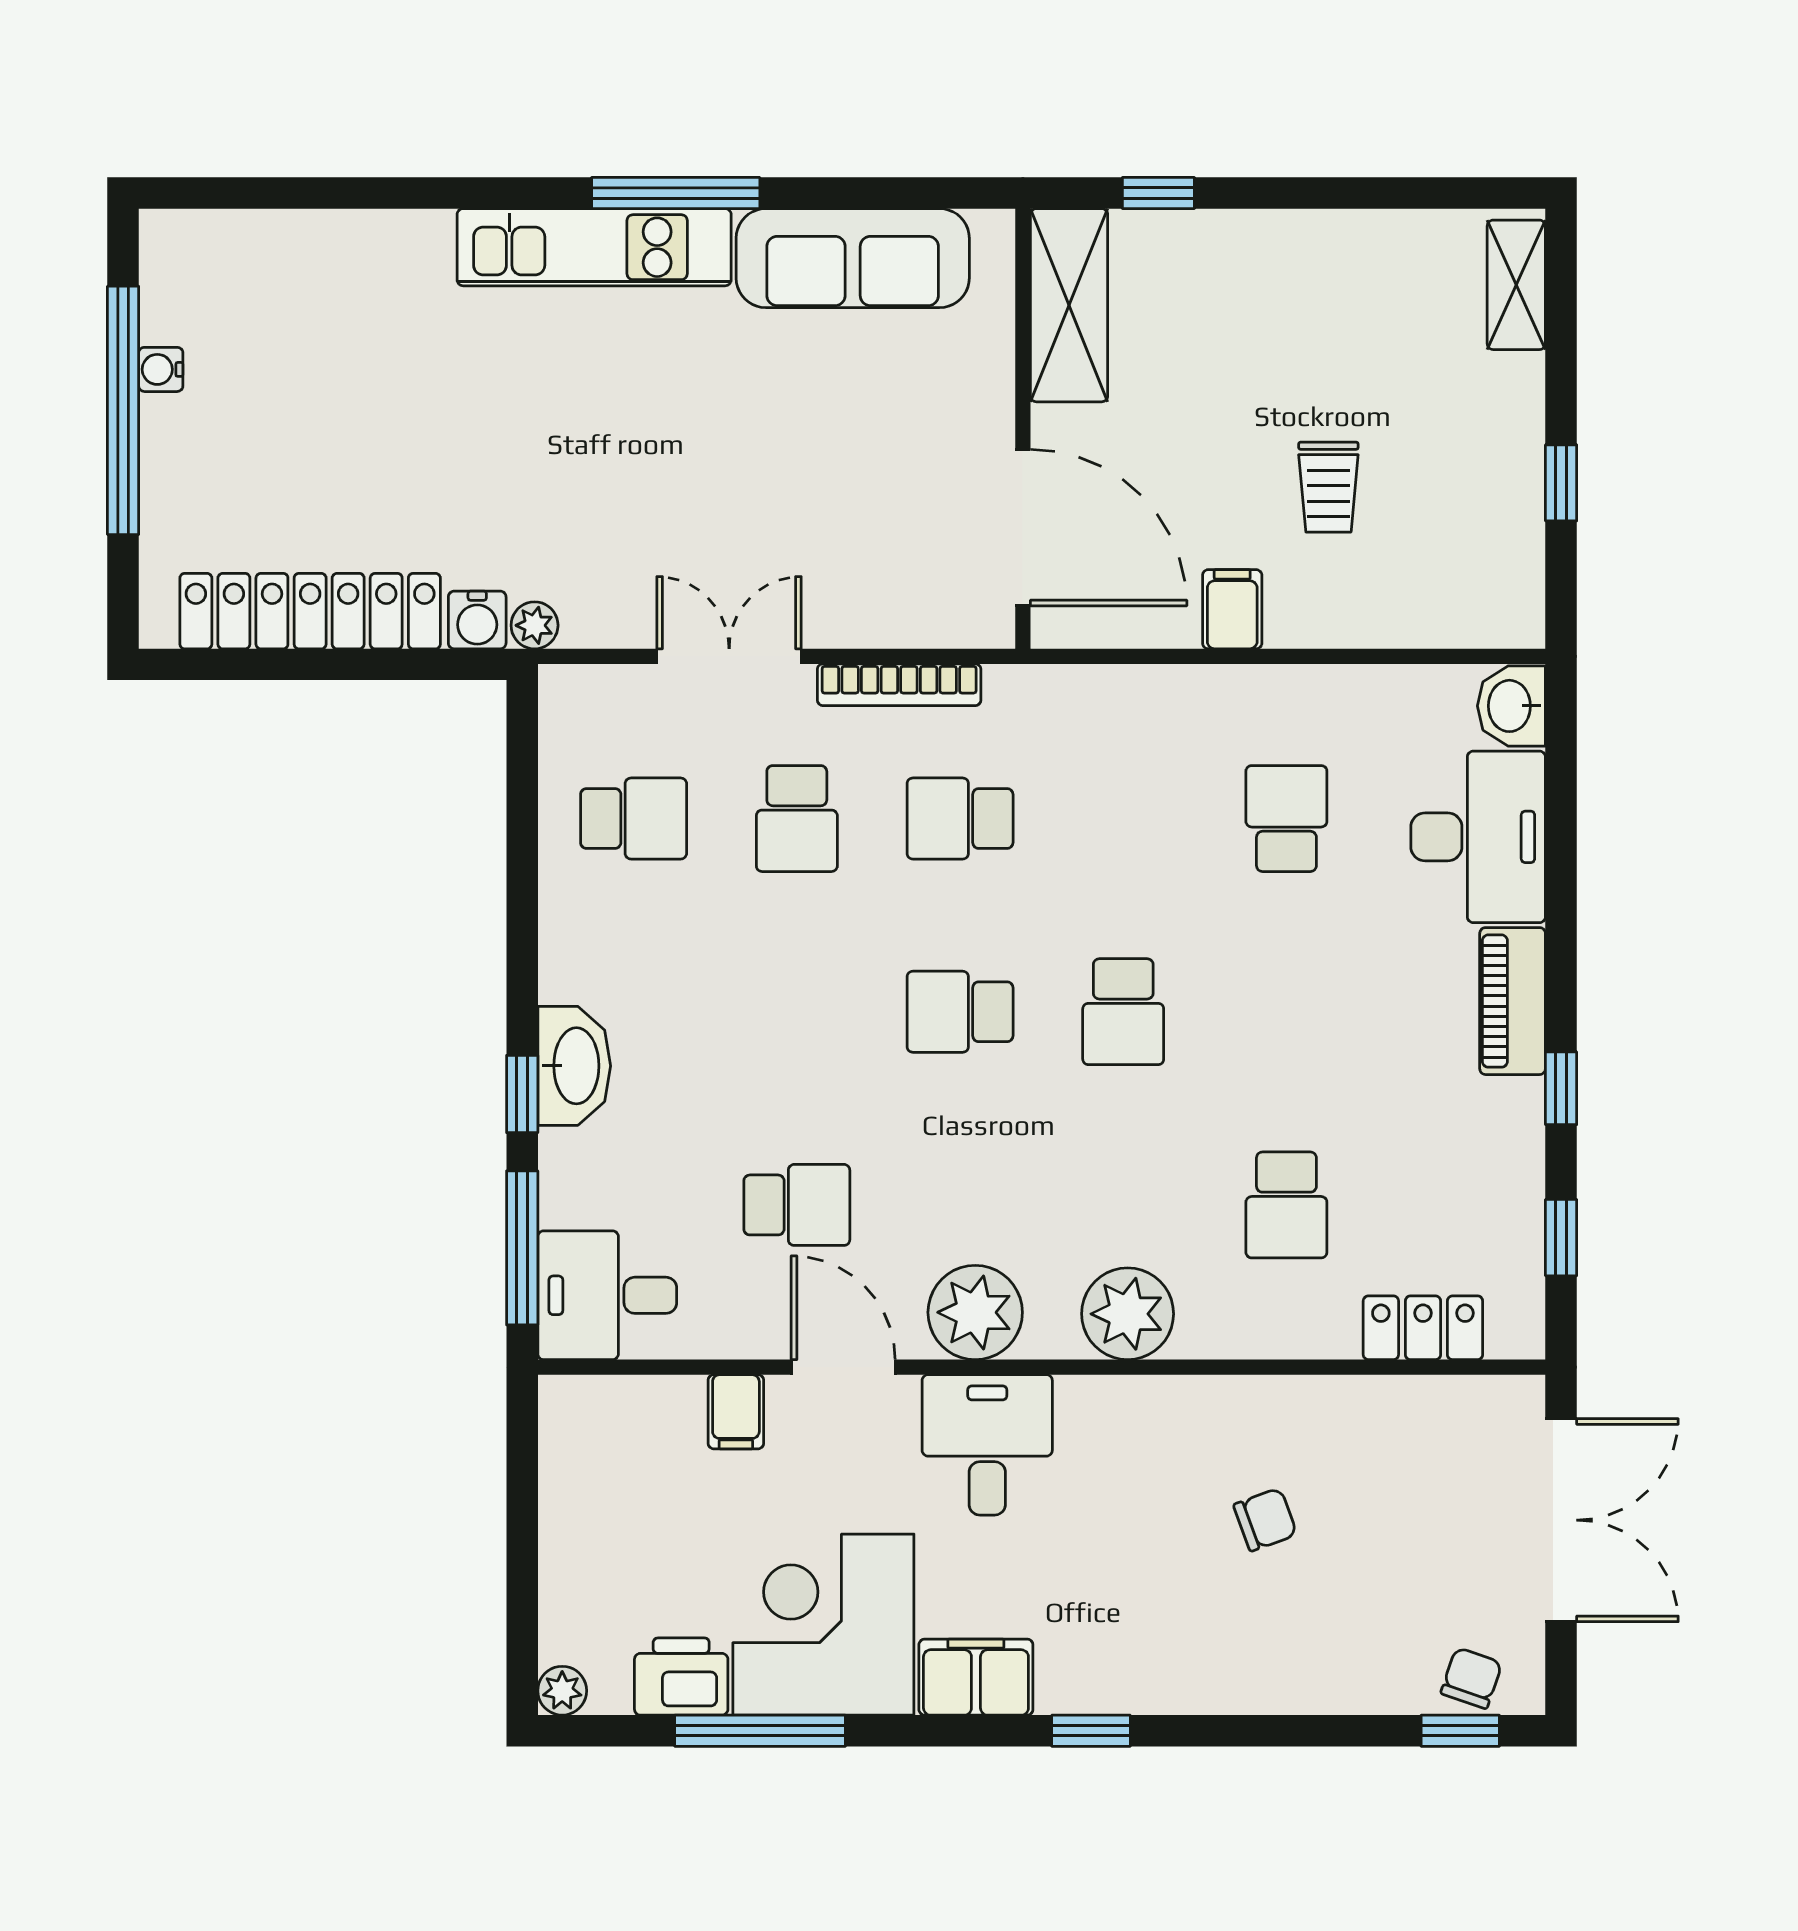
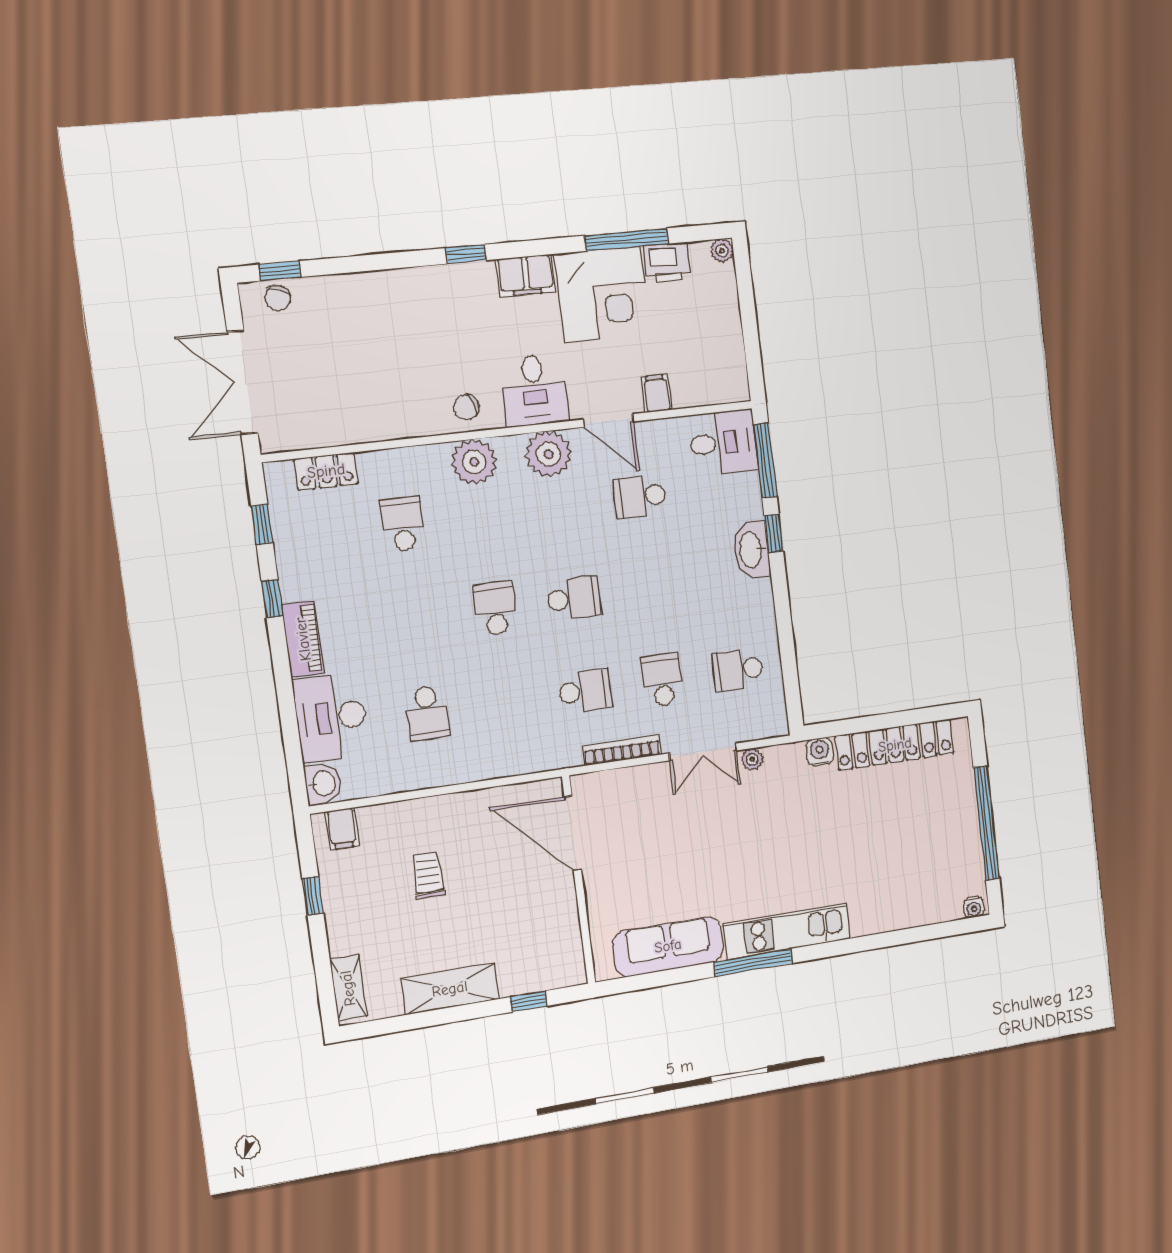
shelving: (1069, 305) -> (450, 989), moved, turned 90
water cooler: (161, 369) -> (974, 907), moved, turned 90
filing cabinet: (1232, 609) -> (342, 829), moved
plant: (535, 625) -> (752, 759), moved
chair: (1265, 1520) -> (466, 407), moved

